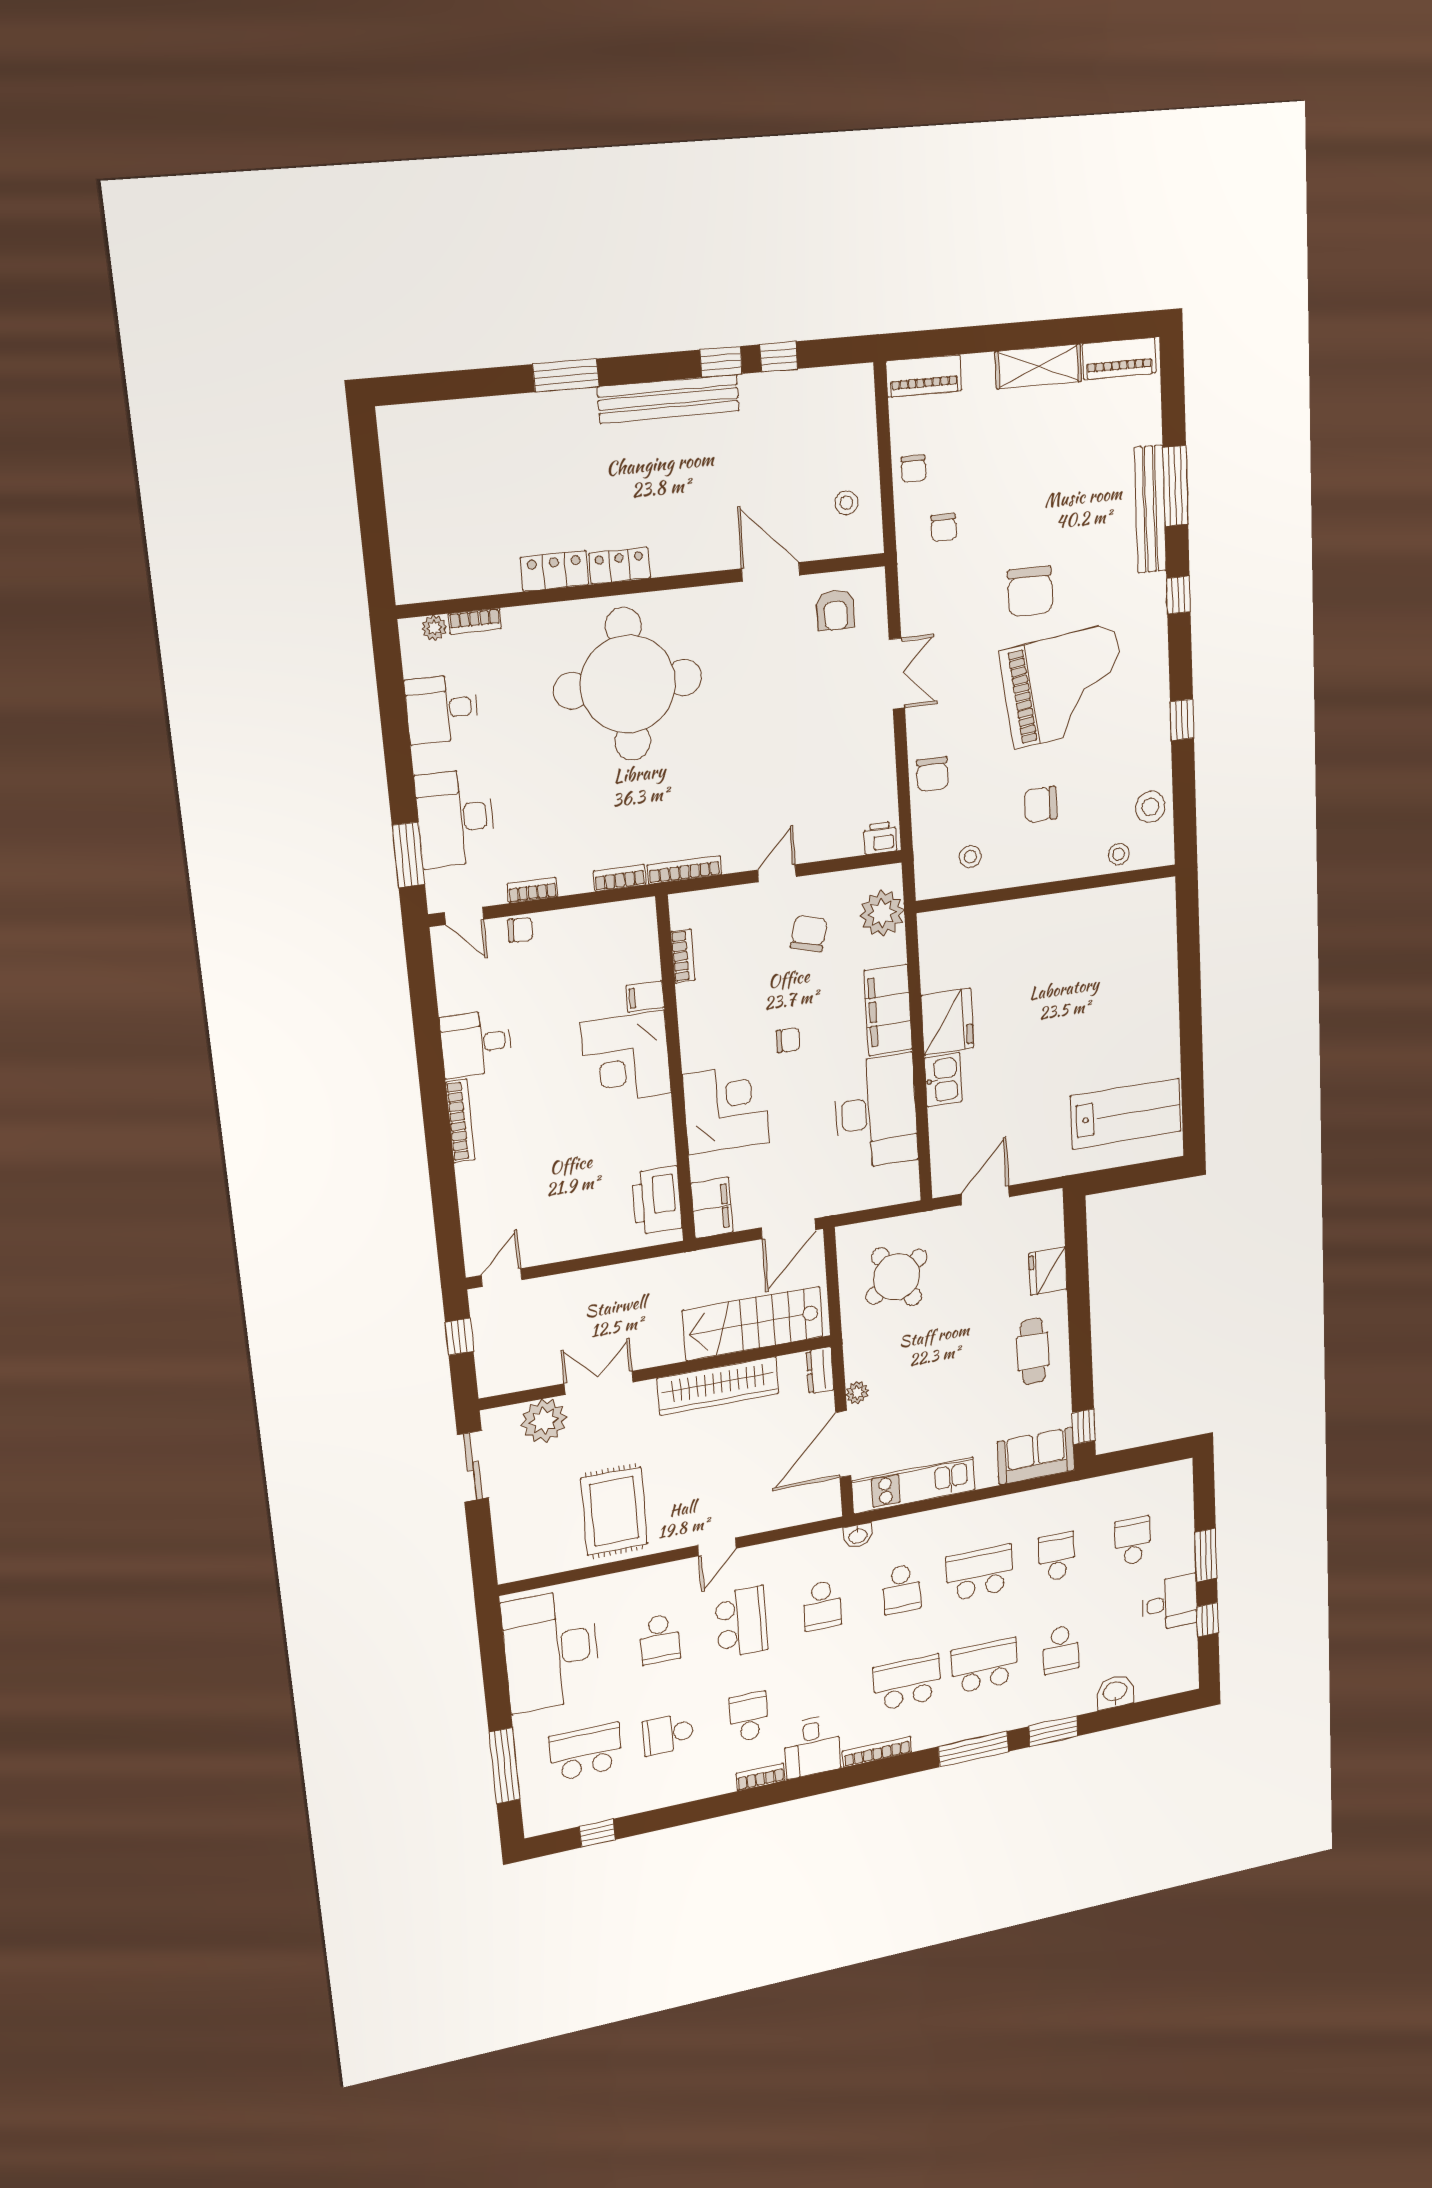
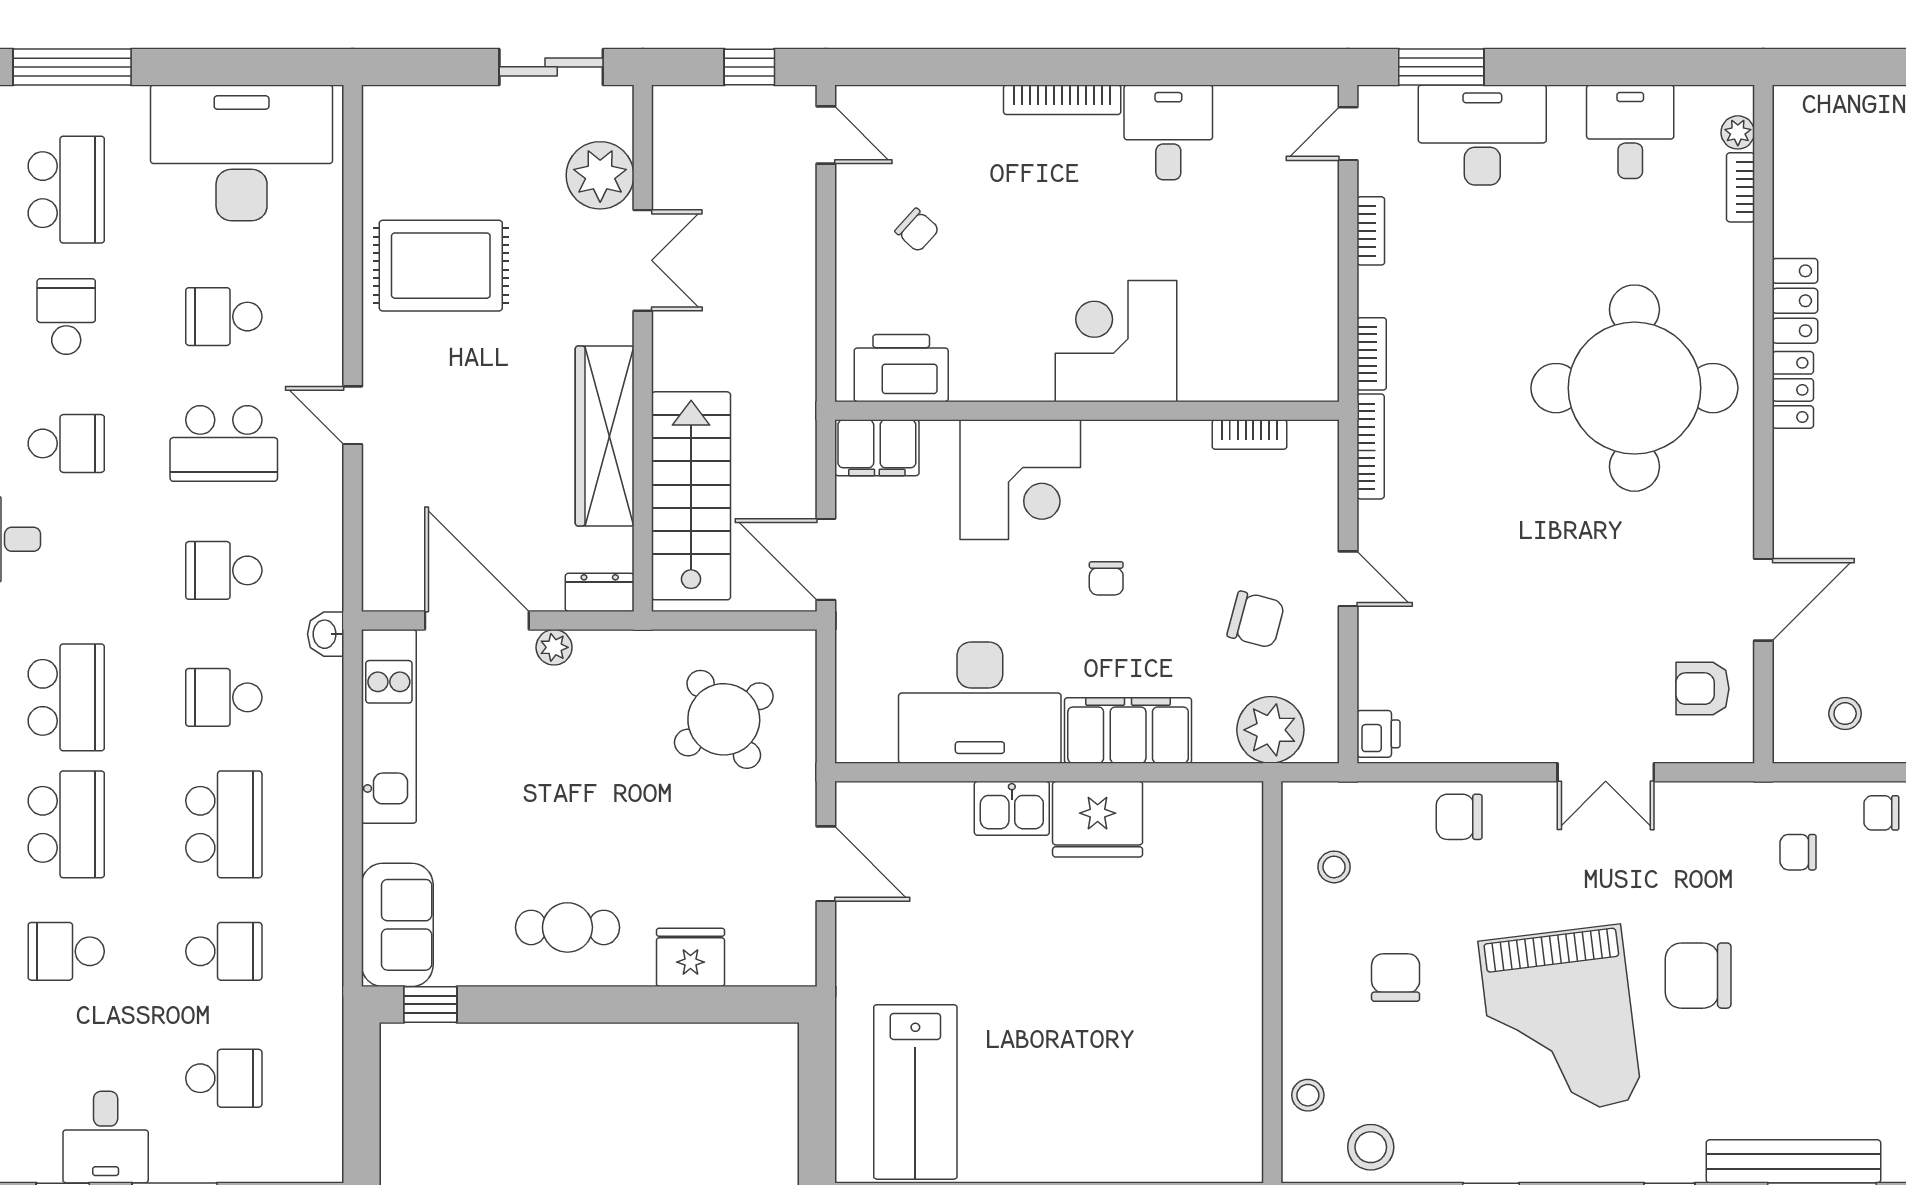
chair: (520, 930) -> (917, 230), moved, turned -52
filing cabinet: (645, 996) -> (1200, 376), removed

